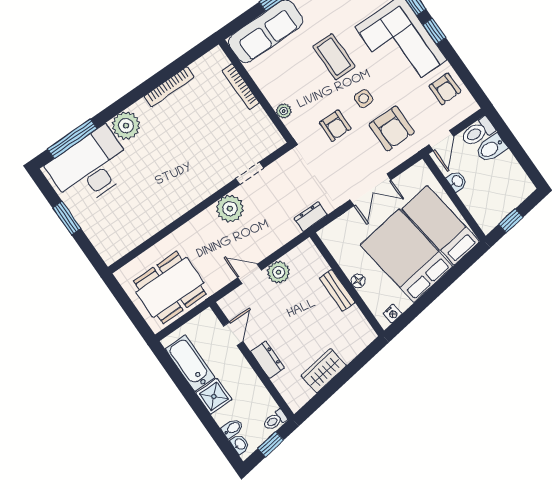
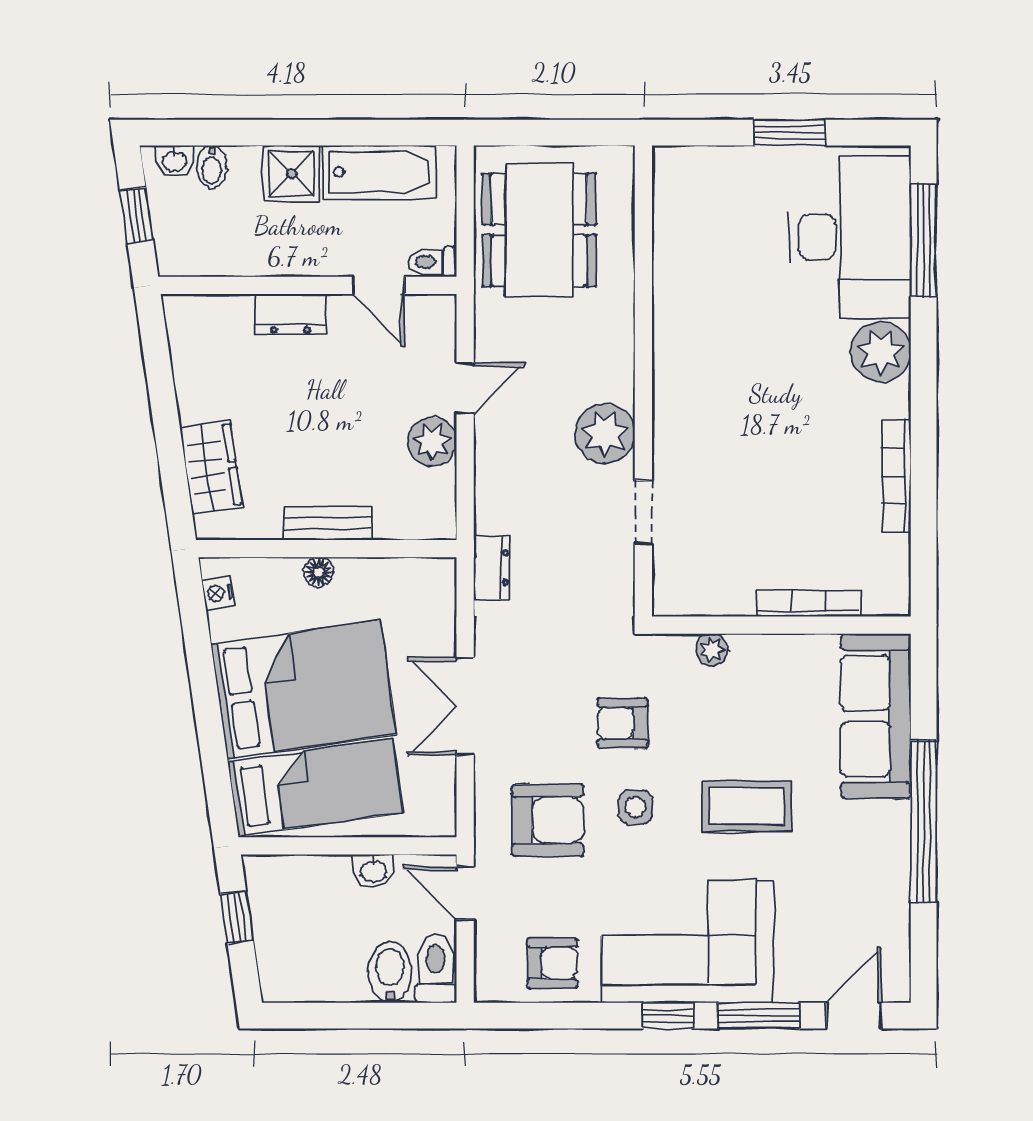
armchair: (445, 89) -> (552, 963), turned 180
armchair: (392, 128) -> (548, 820), turned 180
wardrobe: (324, 371) -> (211, 467), moved
toilet: (275, 420) -> (432, 262), moved, turned -90

